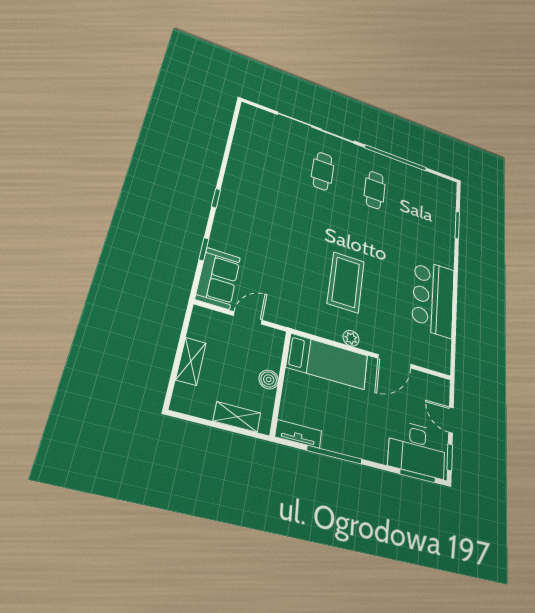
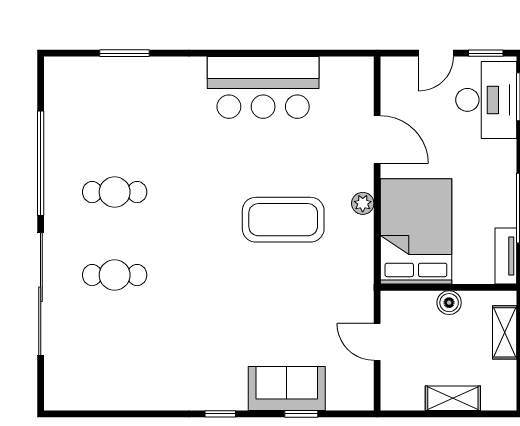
sofa: (218, 278) -> (287, 388), moved
bed: (327, 361) -> (416, 231), width x1.50

